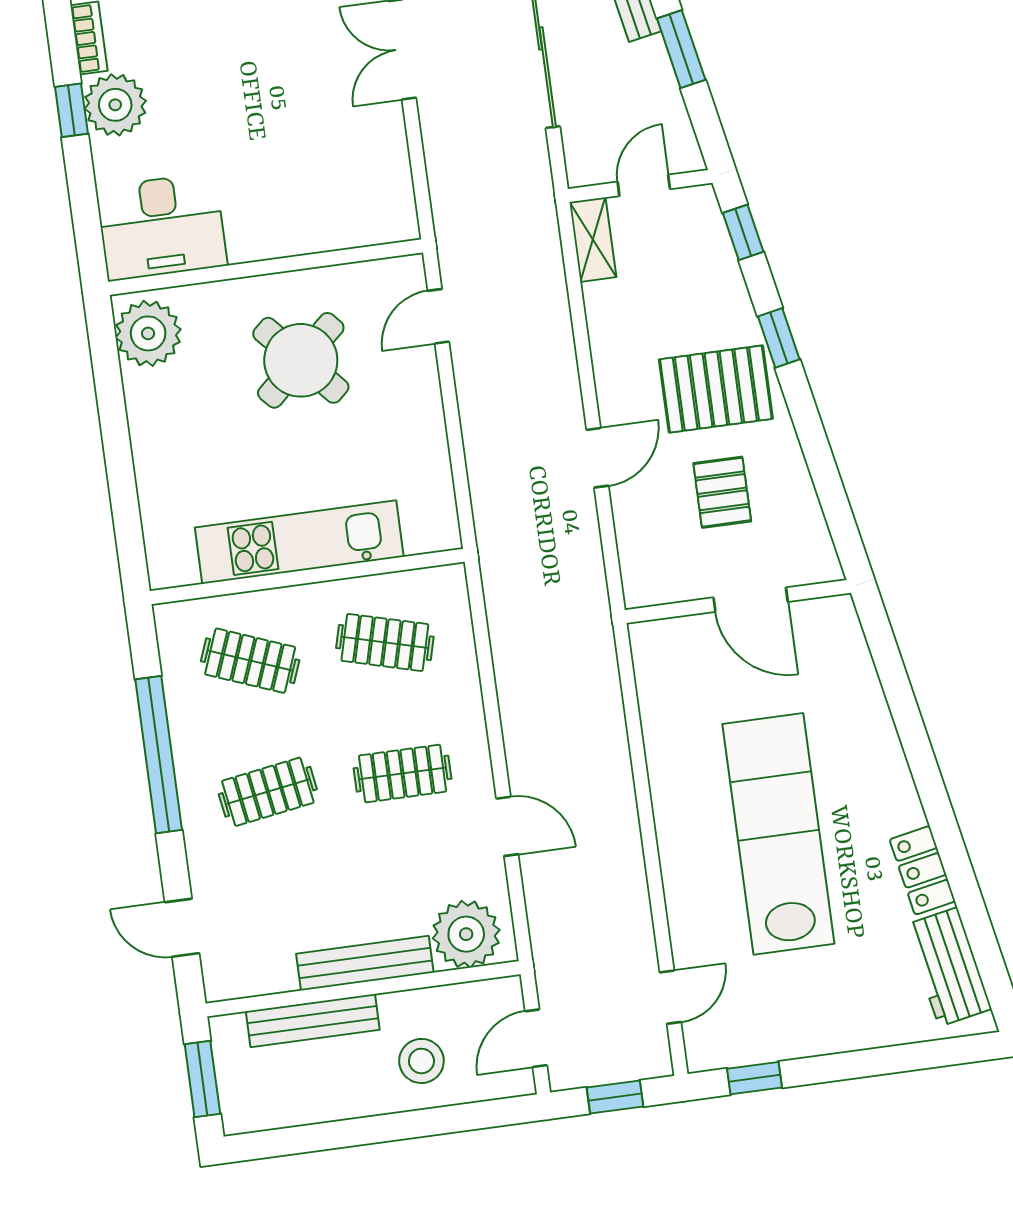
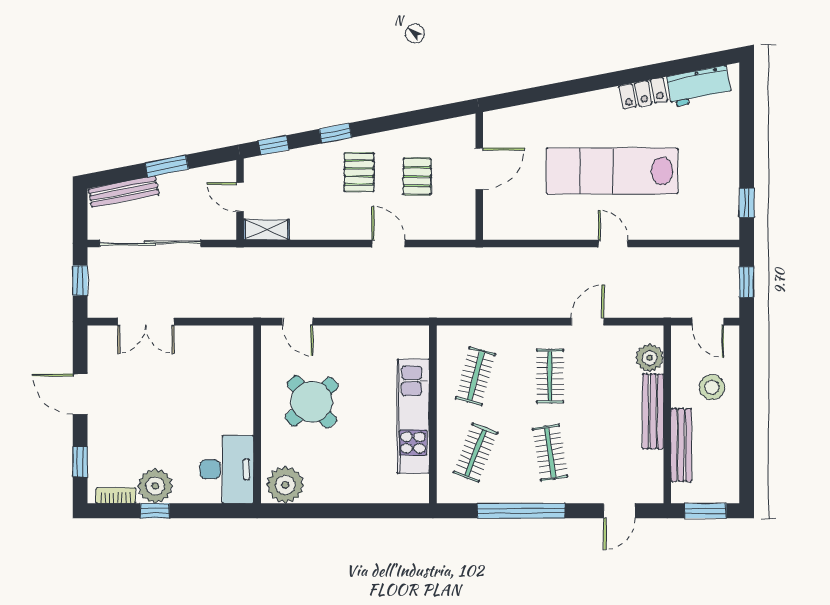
pallet: (716, 389) -> (359, 172), width x0.67, depth x0.71
pallet: (722, 492) -> (417, 177), turned 90
plant: (466, 934) -> (650, 358), width x0.73, depth x0.73
door: (670, 997) -> (613, 243), moved

